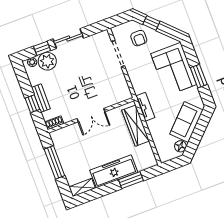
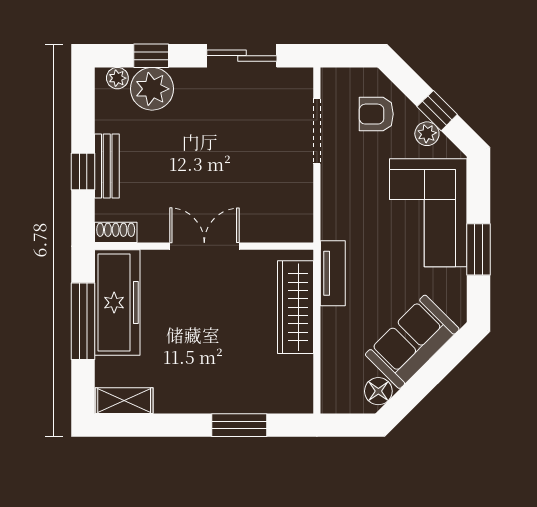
window: (151, 23) -> (437, 111), moved
armchair: (139, 38) -> (376, 114), turned 90
plant: (162, 38) -> (427, 134), added
sliding door: (68, 39) -> (242, 56), moved
double door: (91, 115) -> (204, 246), swing flipped
freezer: (114, 171) -> (117, 303), moved, turned 90

